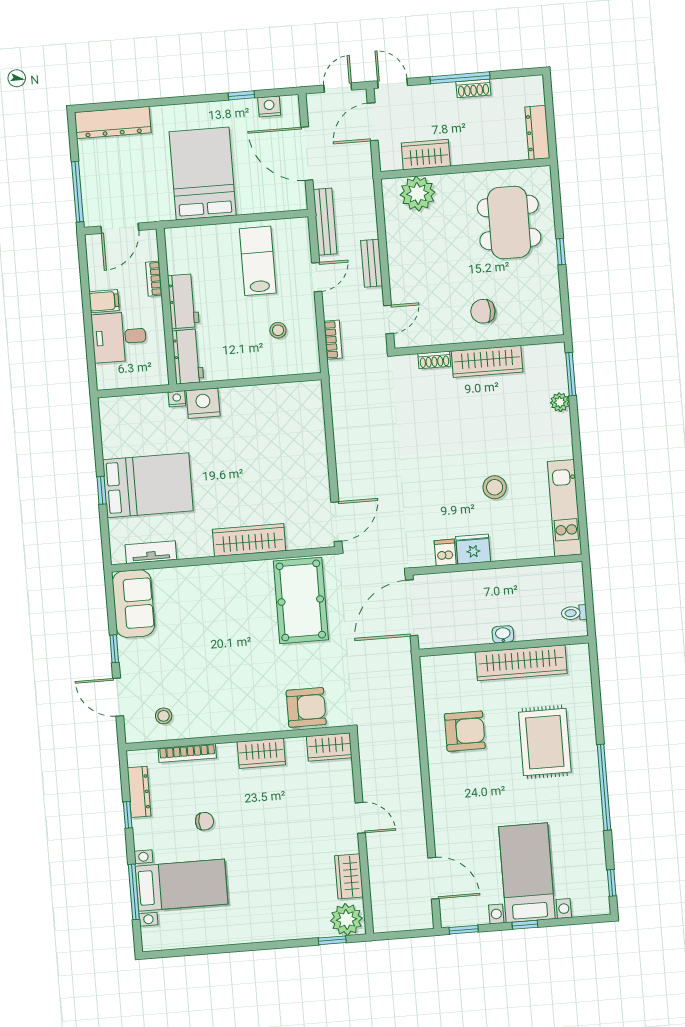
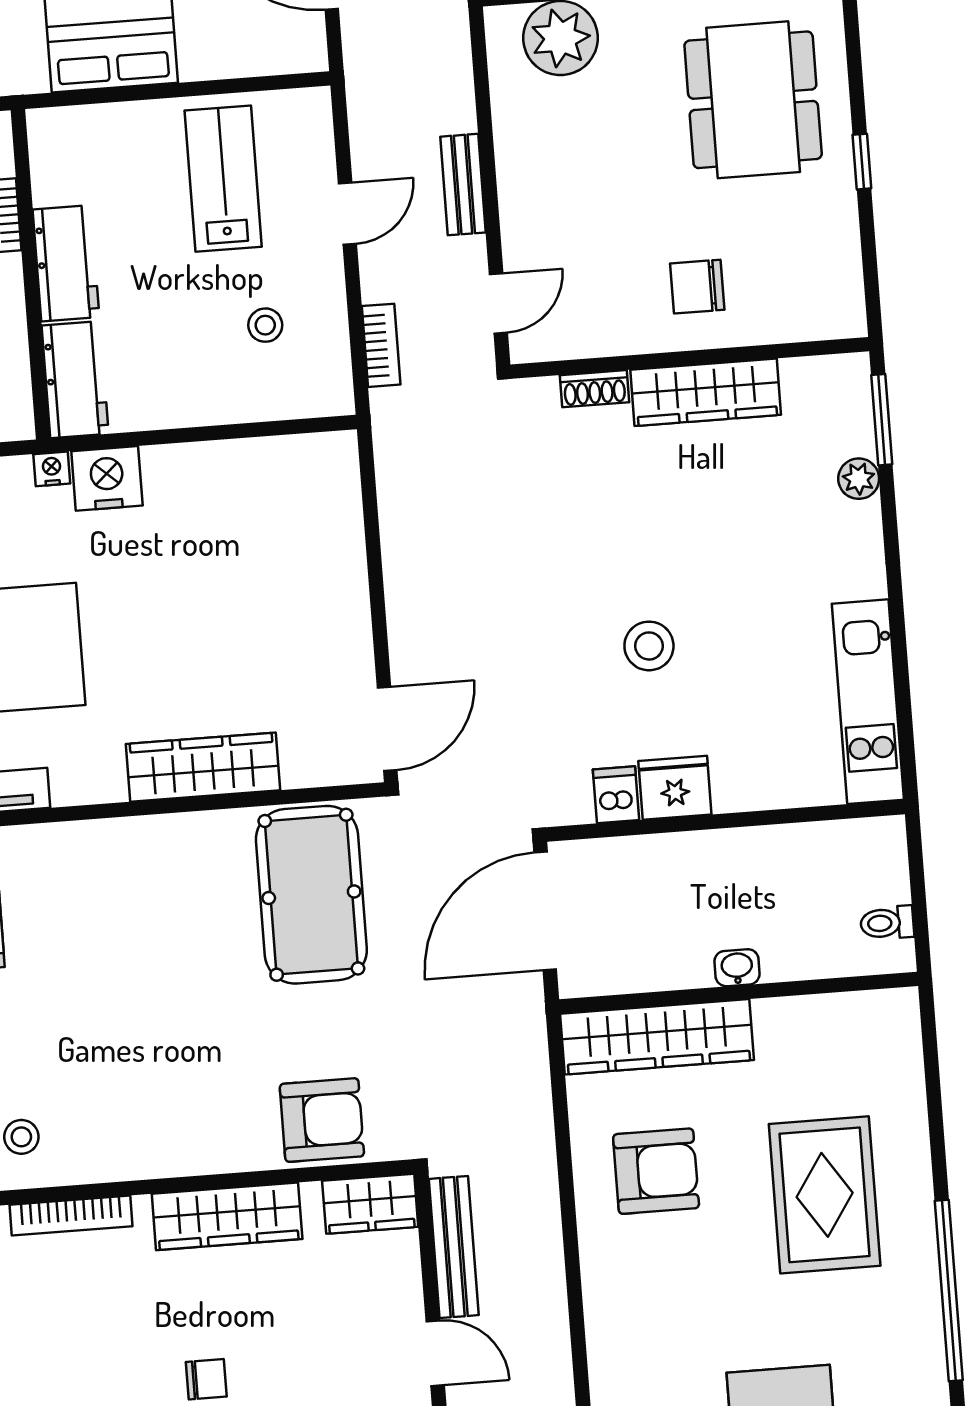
bench: (325, 222) -> (454, 1247), moved
stool: (495, 487) -> (649, 646), moved
wardrobe: (521, 663) -> (657, 1037), moved
wardrobe: (261, 753) -> (227, 1216), width x1.50
chair: (204, 821) -> (206, 1379), moved

